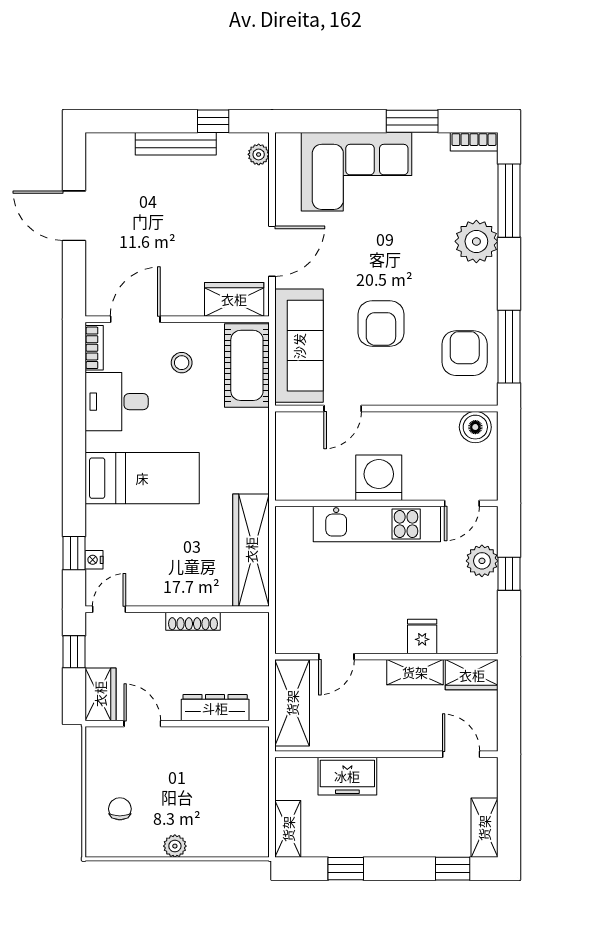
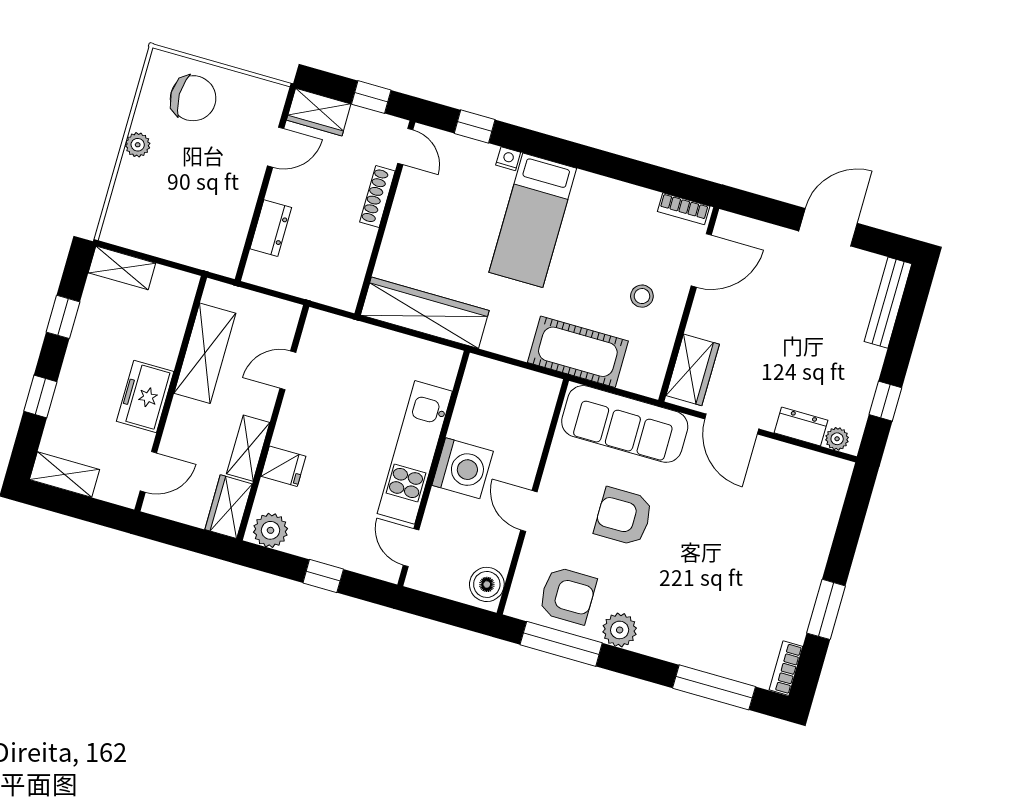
bench: (176, 144) -> (888, 303), moved
corner sofa: (356, 172) -> (790, 536), removed
dresser: (257, 189) -> (801, 427), added
plant: (476, 241) -> (620, 630), moved, width x0.73, depth x0.73
door: (135, 319) -> (701, 260), hinge flipped
cot: (247, 365) -> (578, 352), moved
desk: (117, 402) -> (621, 216), removed
door: (343, 408) -> (529, 511), moved
nightstand: (94, 560) -> (508, 159), moved
plant: (482, 561) -> (270, 530), moved
shoe rack: (193, 621) -> (377, 196), moved
door: (336, 657) -> (288, 370), hinge flipped
shelving: (292, 703) -> (205, 353), moved, turned 90
dresser: (215, 708) -> (271, 228), width x0.70
freezer: (347, 776) -> (145, 396), moved
chair: (120, 809) -> (193, 98), width x1.87, depth x1.87
window: (453, 869) -> (40, 396), moved

